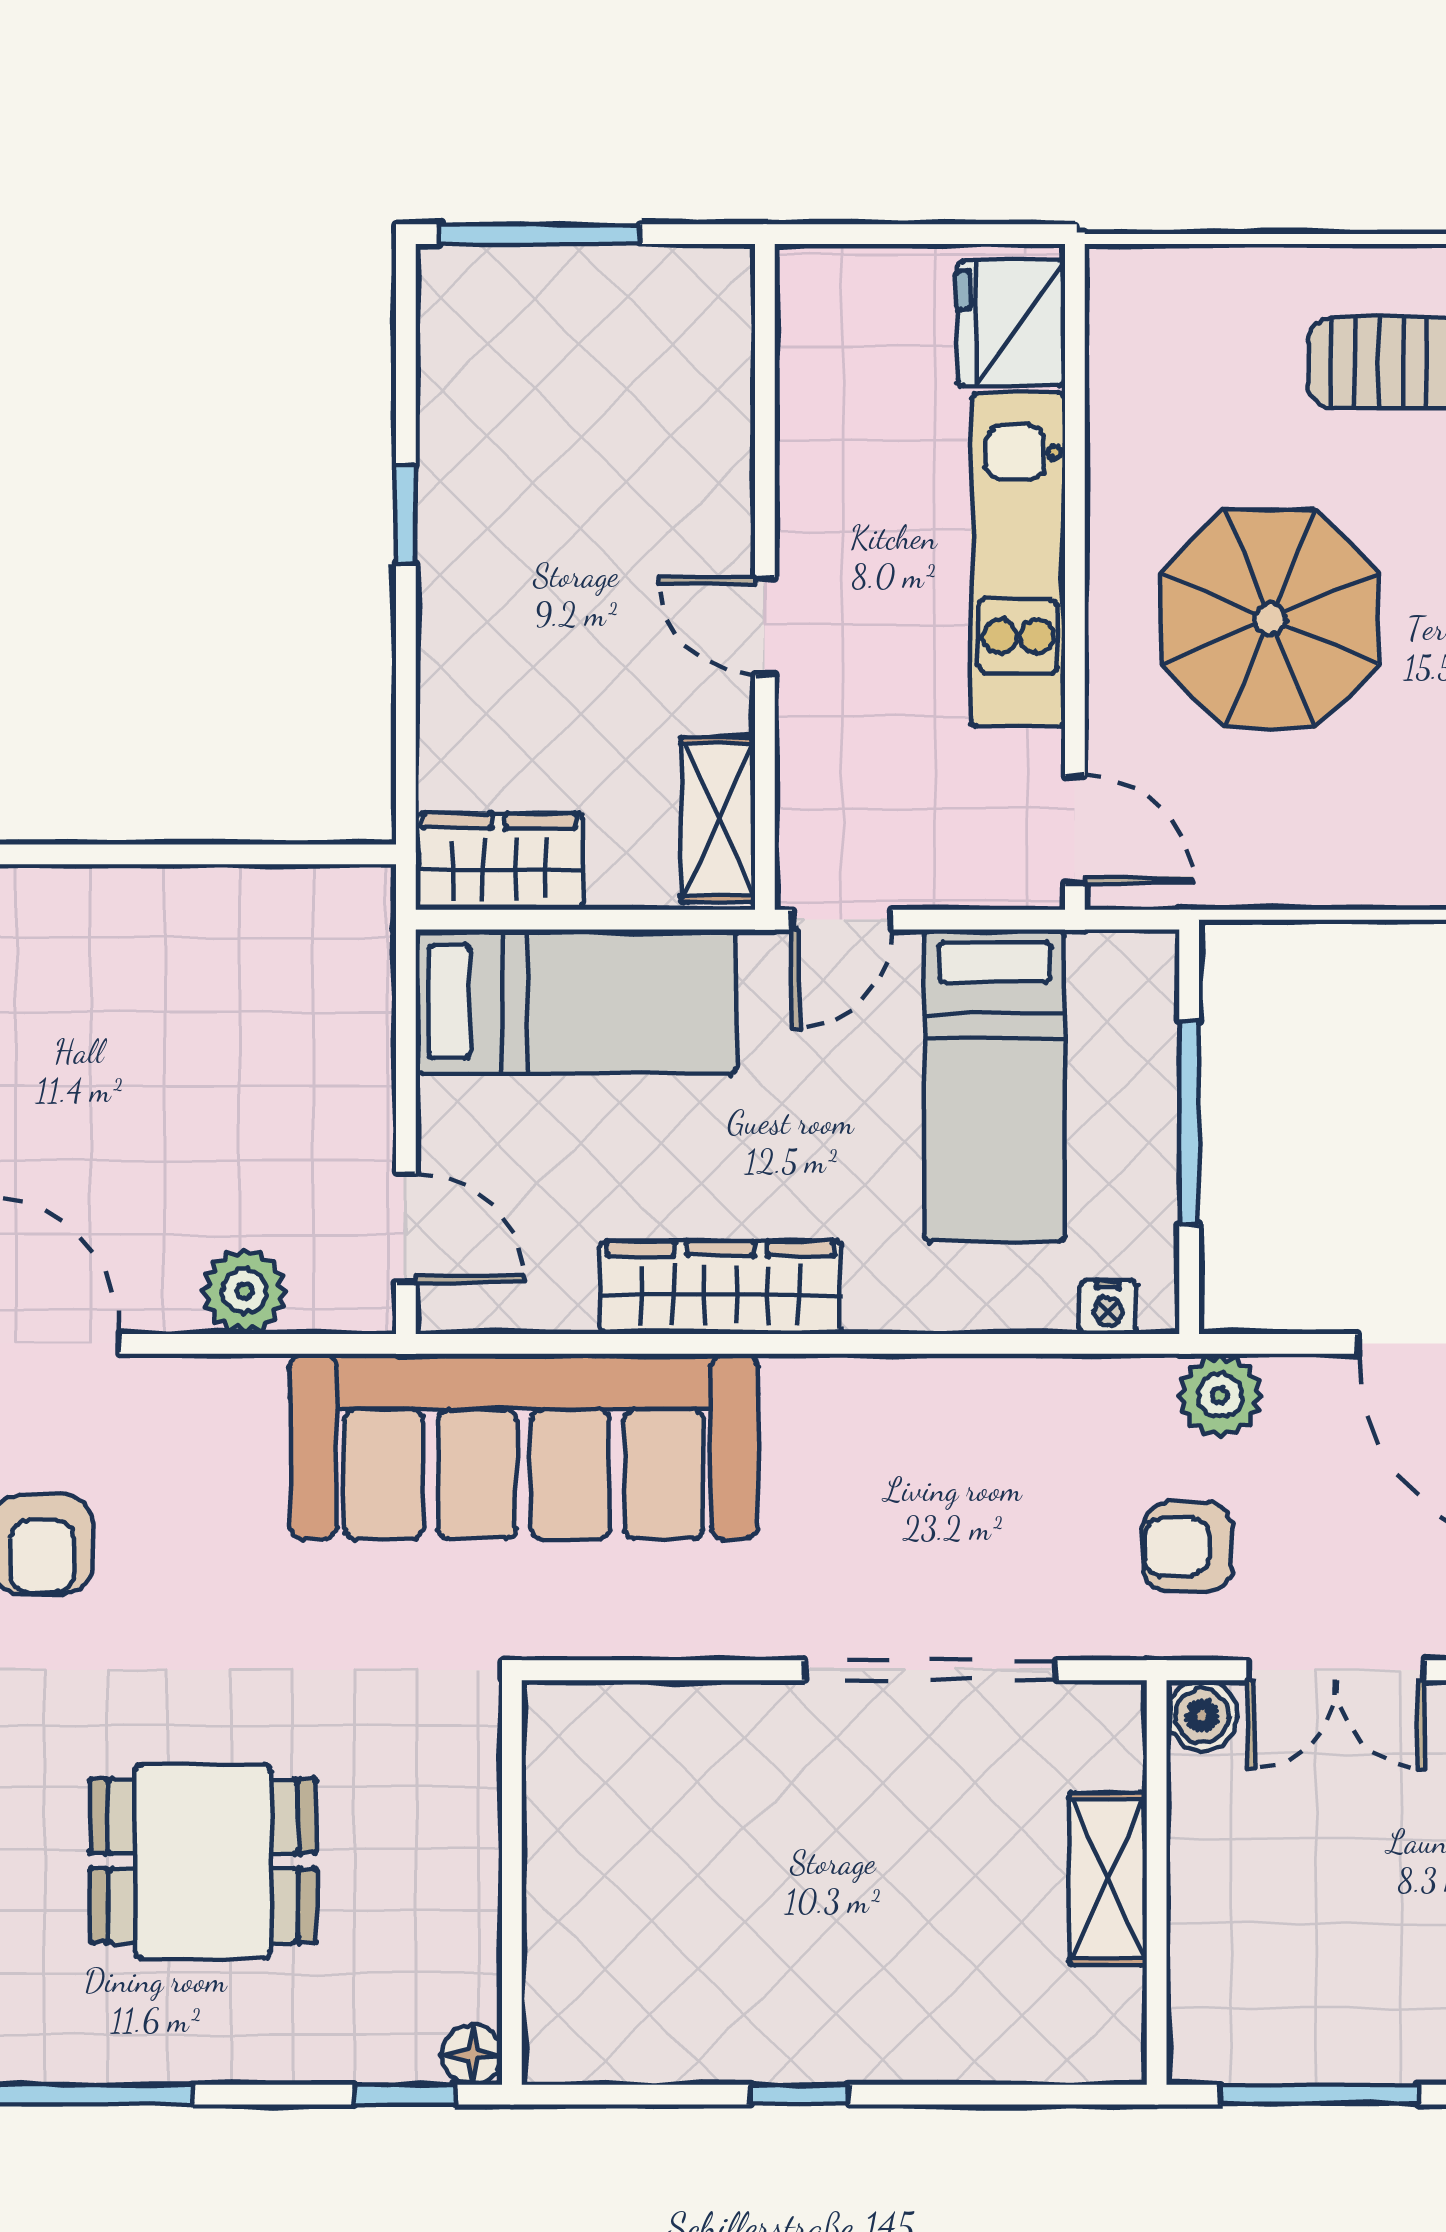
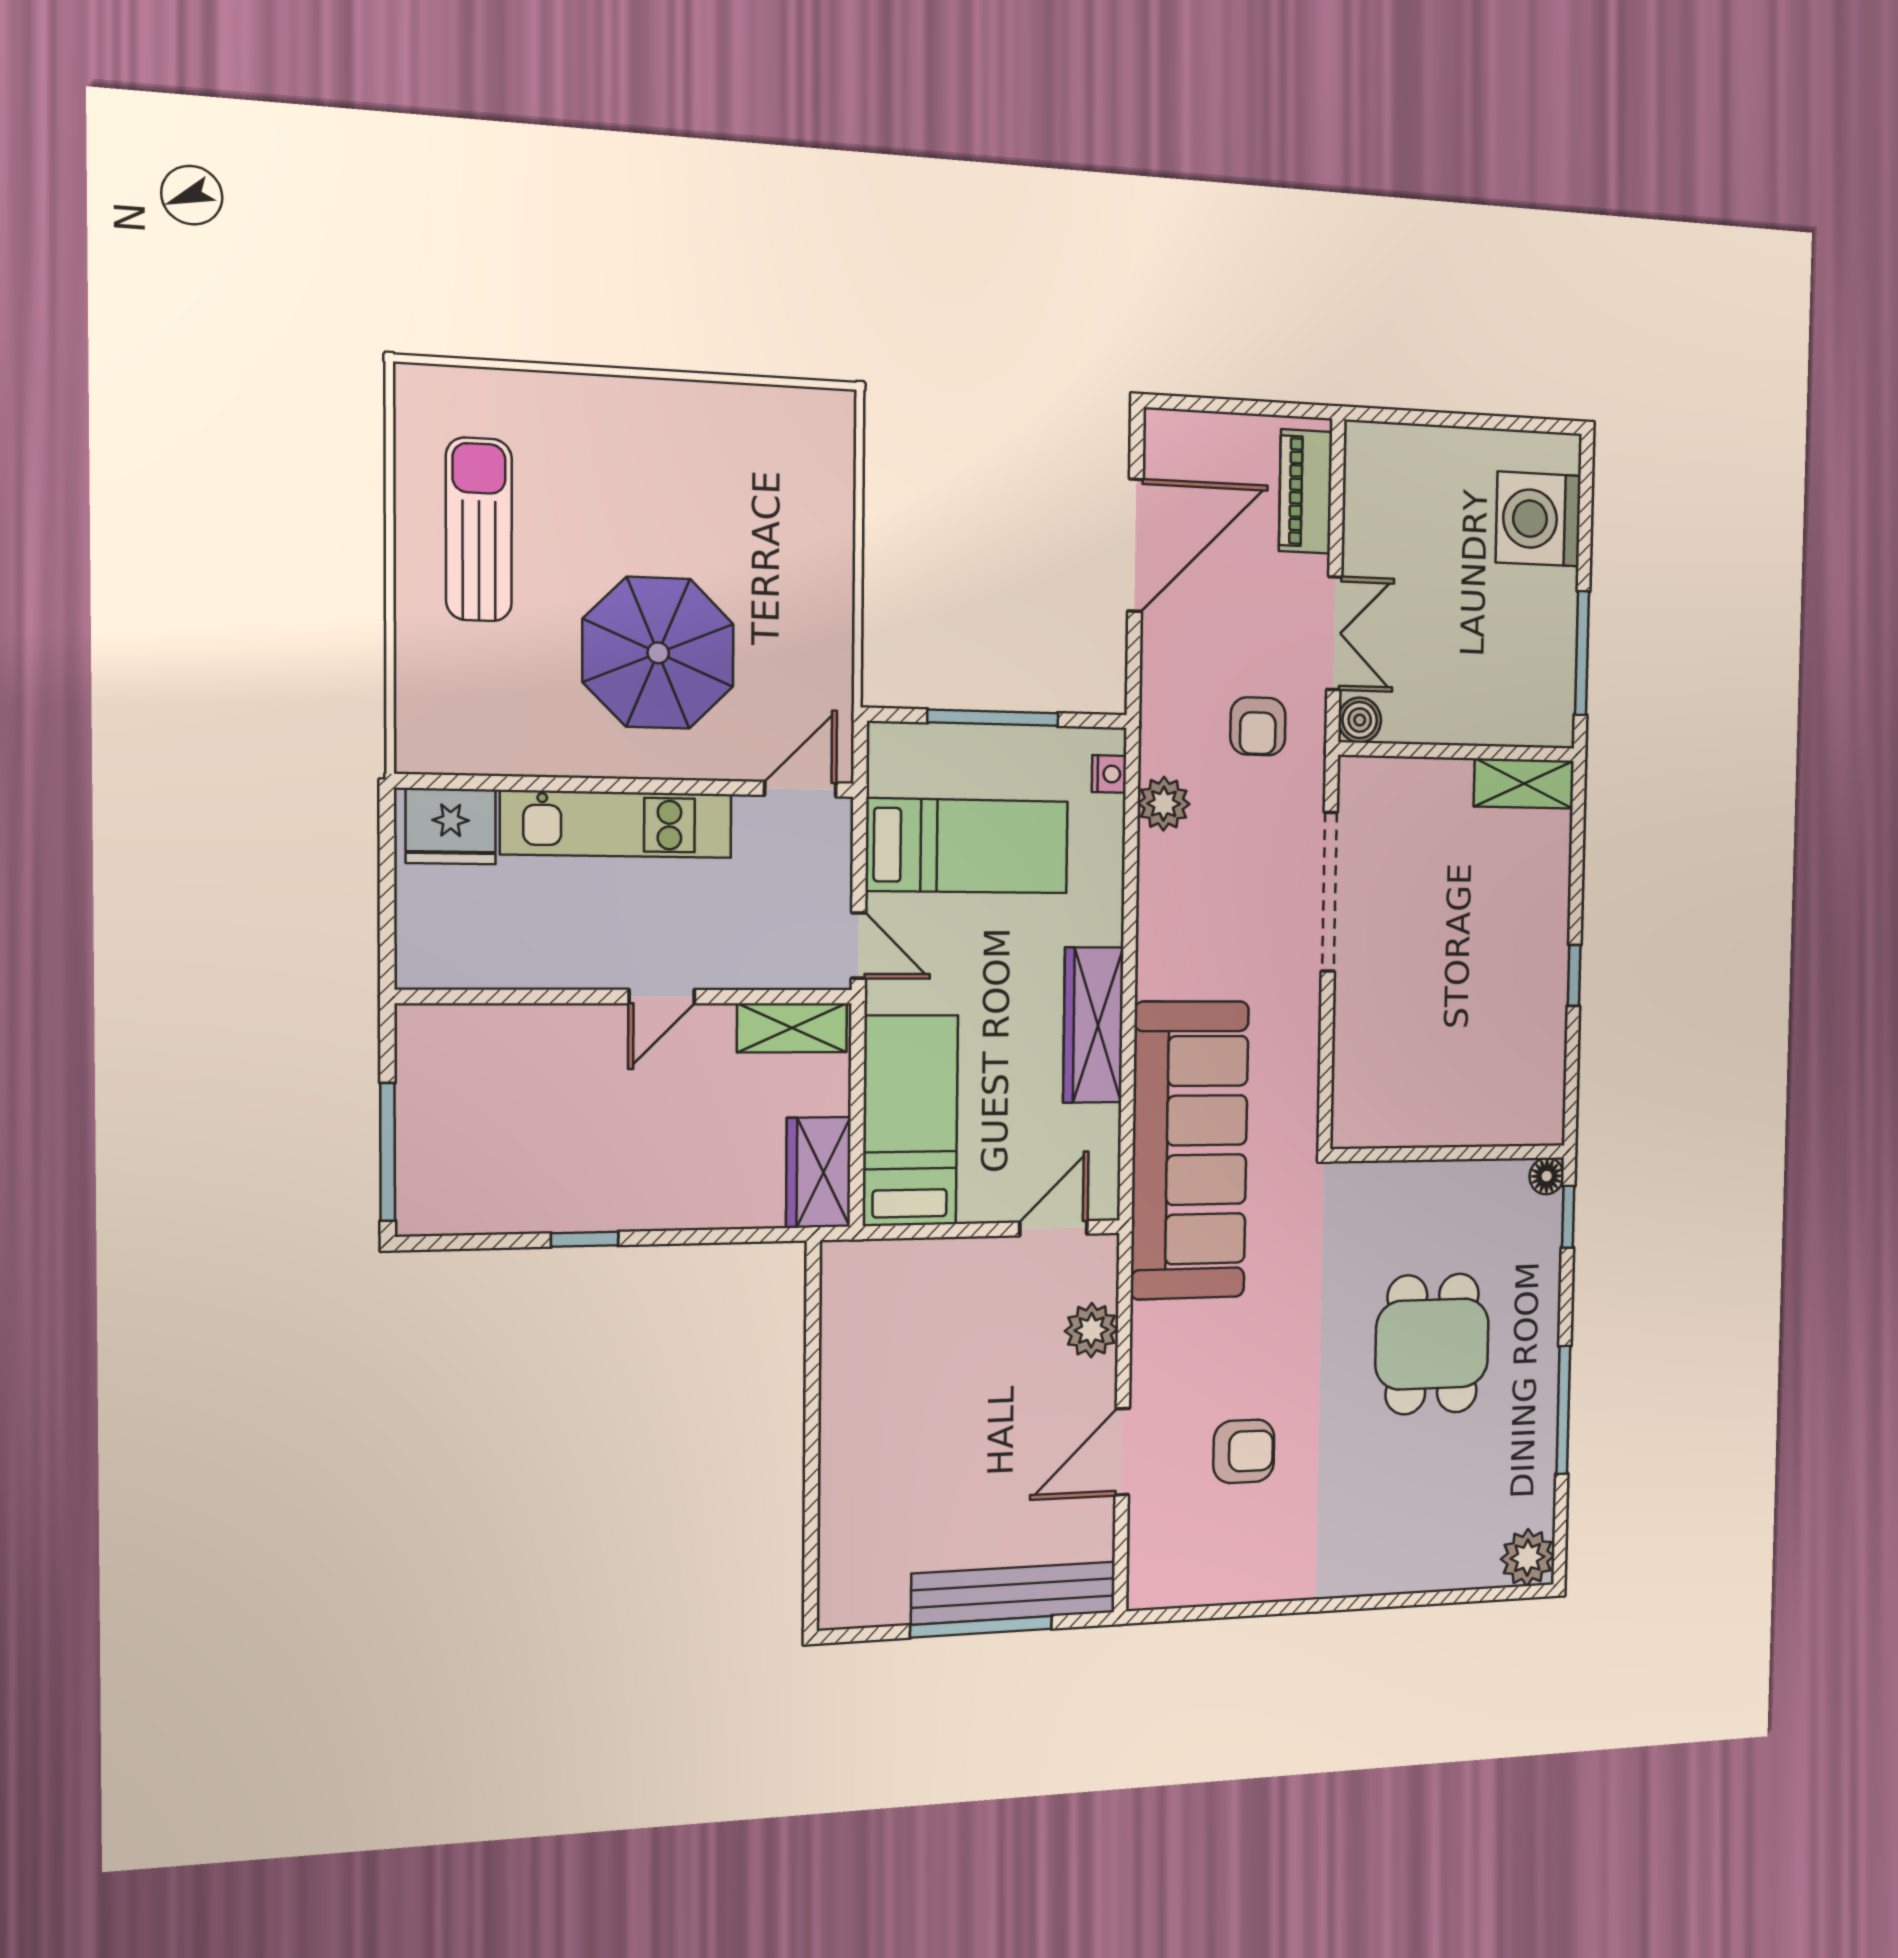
plant: (1220, 1395) -> (1164, 804), moved
shelving: (1108, 1879) -> (1524, 784), moved

